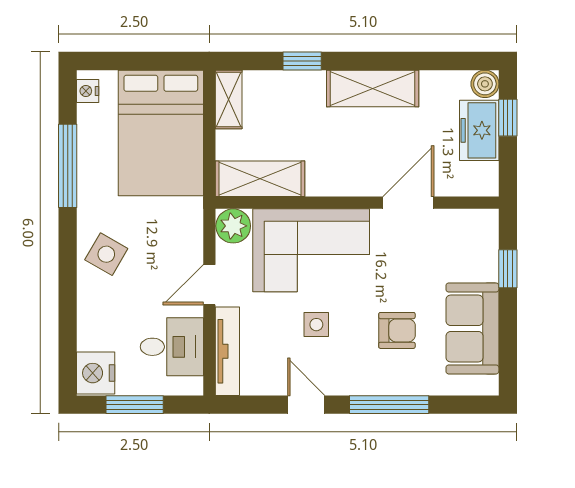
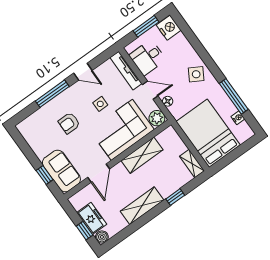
nightstand: (88, 91) -> (238, 118), moved
shelving: (260, 179) -> (142, 155), moved
floor lamp: (192, 243) -> (168, 101), added
door: (209, 285) -> (150, 90), hinge flipped
sofa: (472, 328) -> (61, 171), moved

